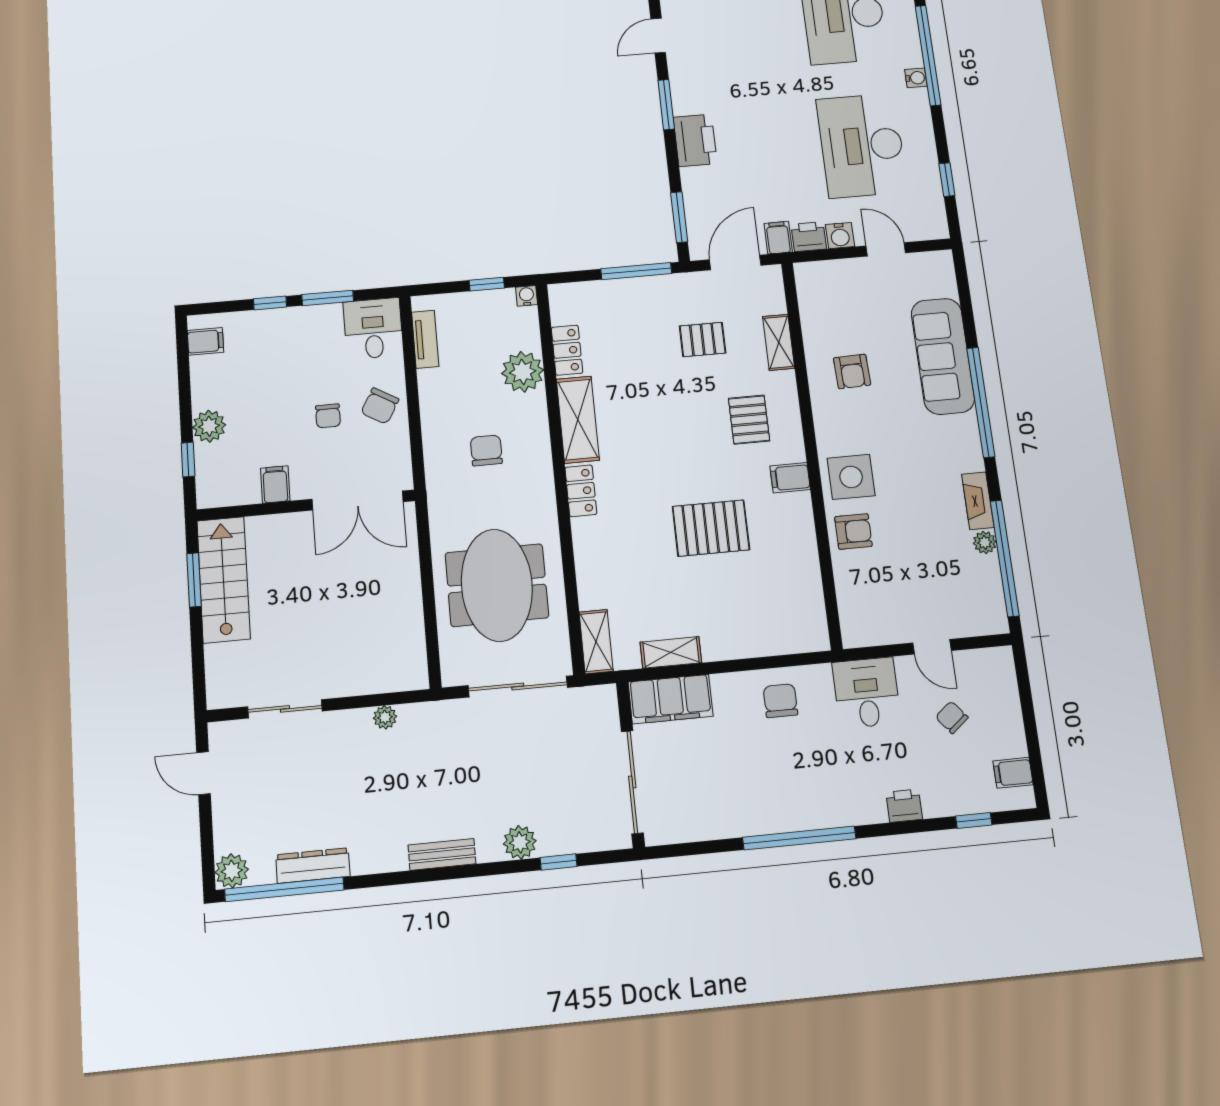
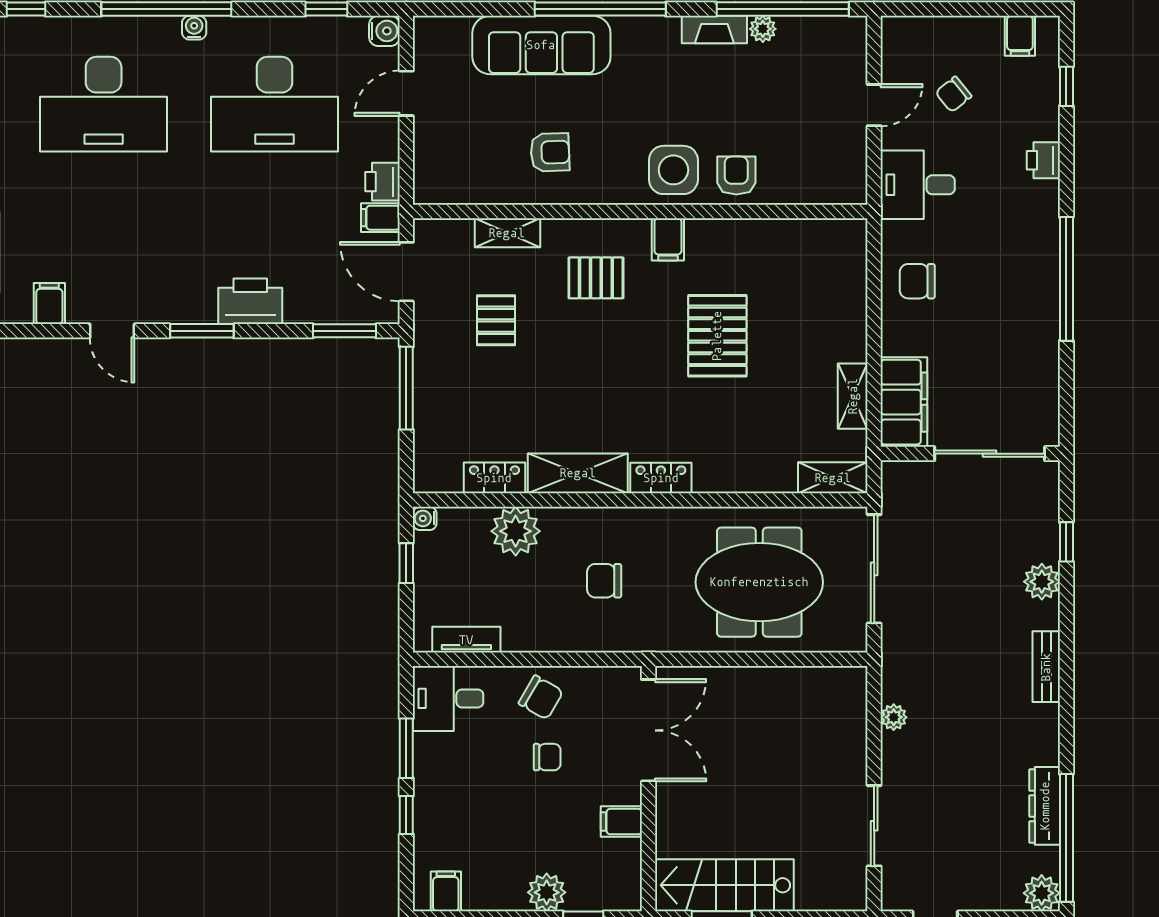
water cooler: (840, 236) -> (384, 31), moved

